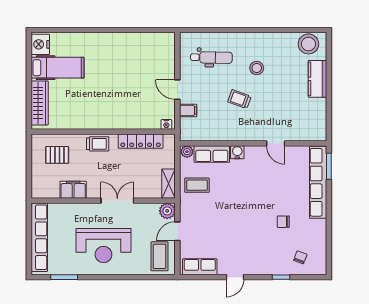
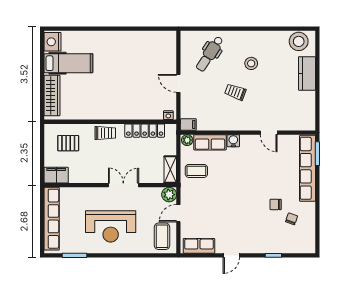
dental chair: (211, 57) -> (210, 54), turned 122
filing cabinet: (188, 111) -> (188, 125), moved
filing cabinet: (73, 190) -> (56, 175), moved
chair: (300, 257) -> (292, 219), moved

